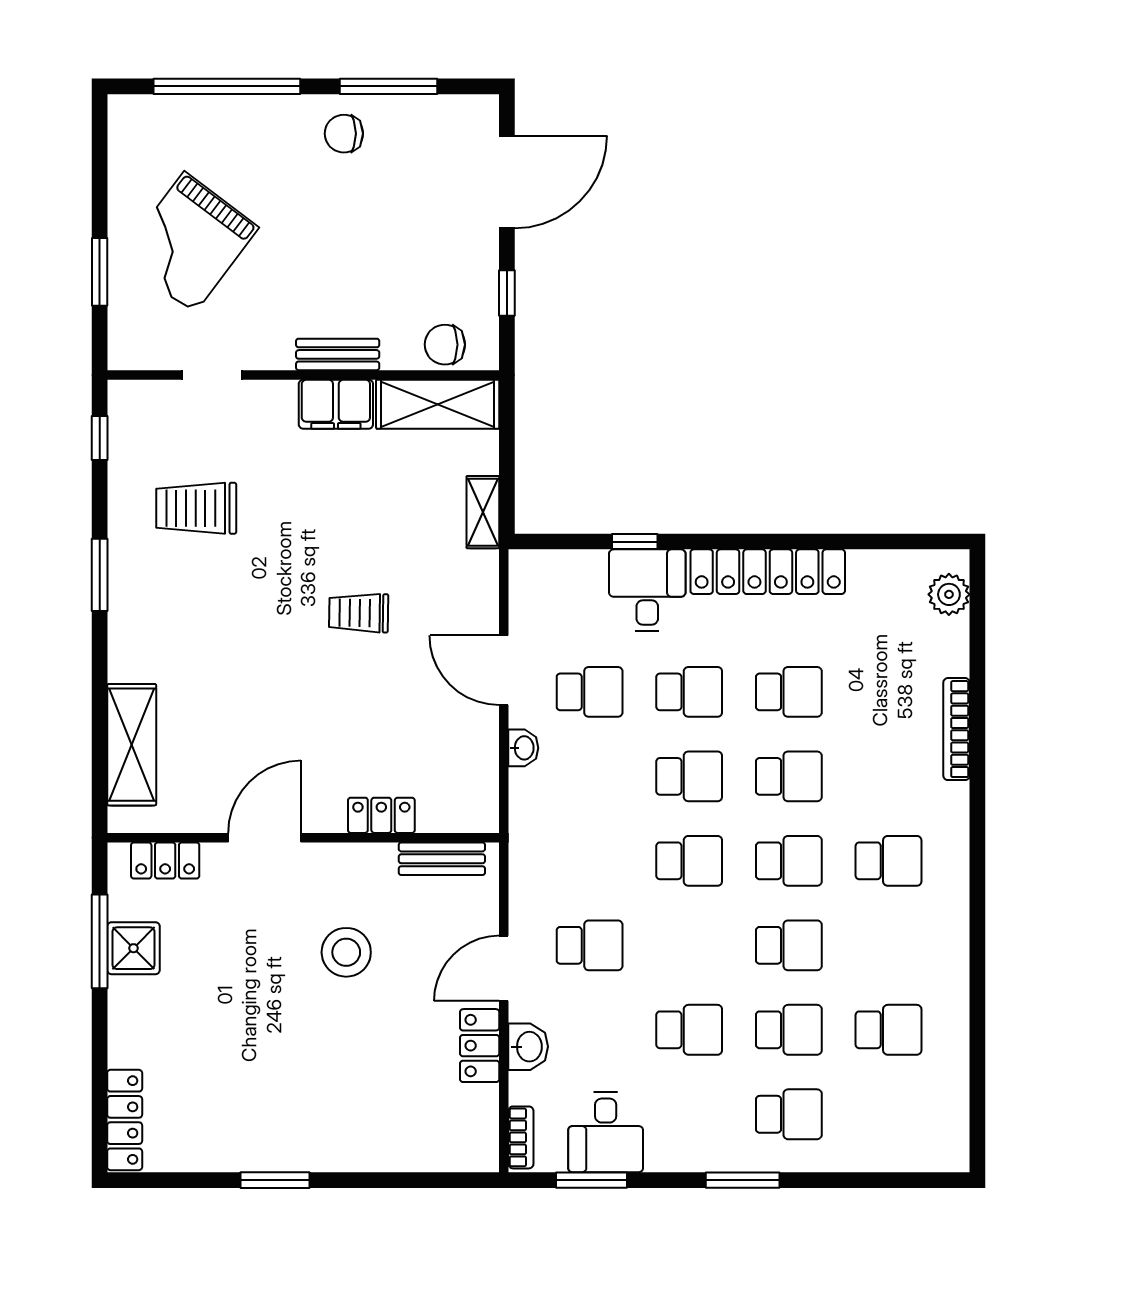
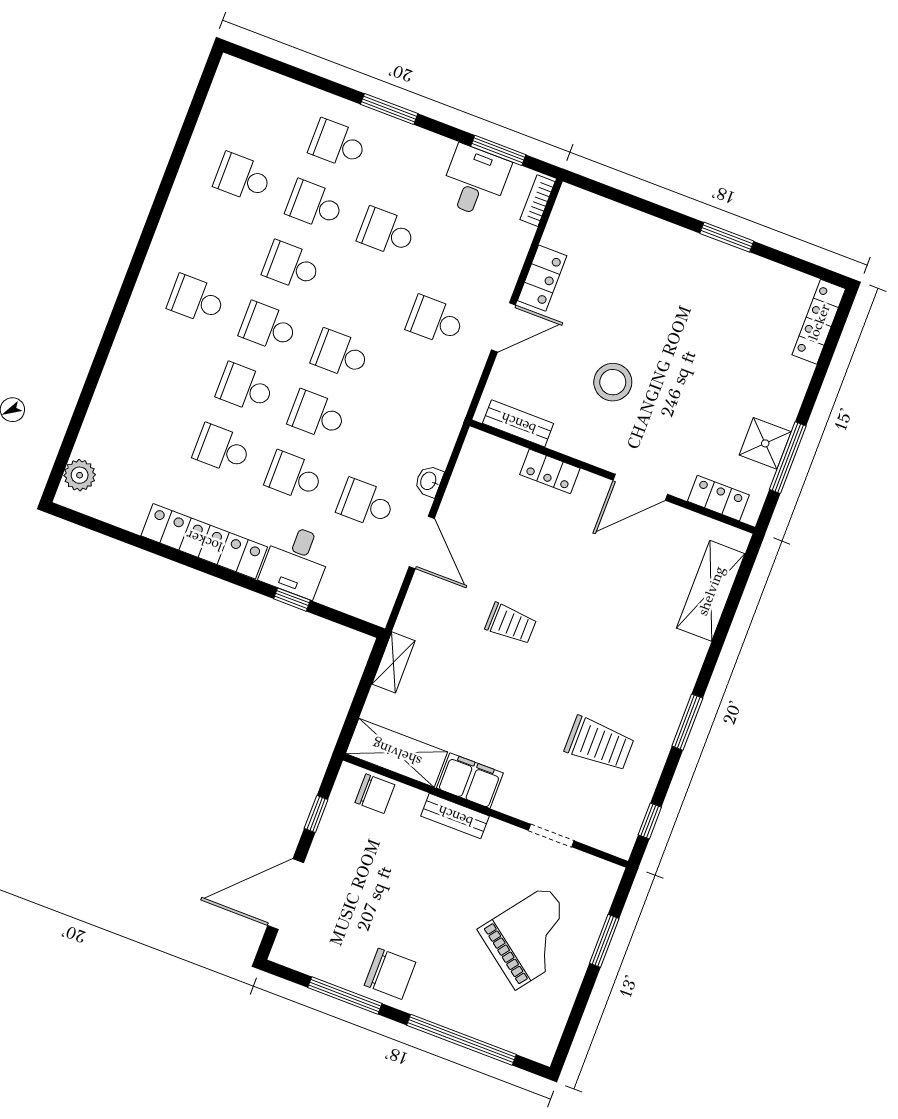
chair: (344, 134) -> (390, 974), width x1.37, depth x1.37
bookcase: (957, 729) -> (111, 376), removed
washbasin: (528, 1047) -> (507, 264), removed

